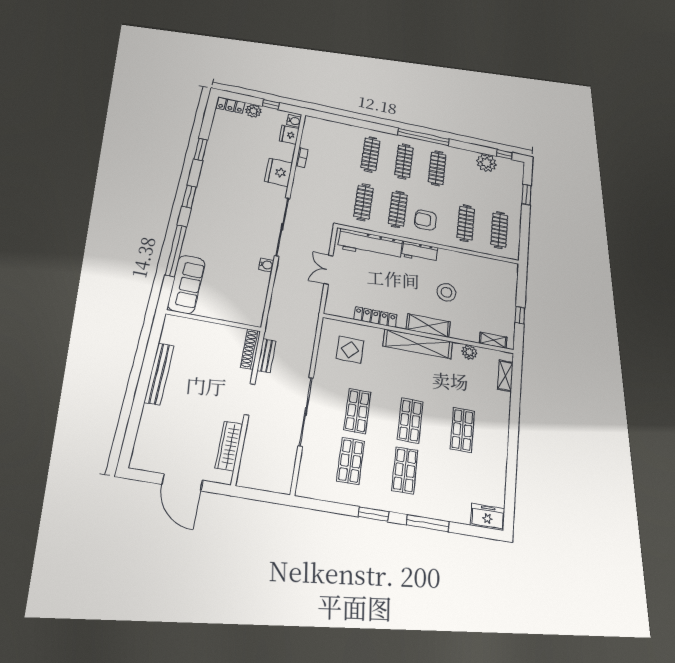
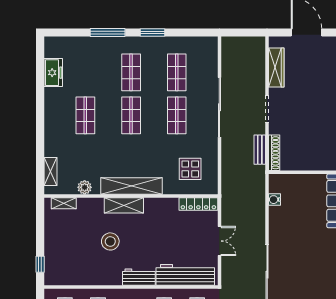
water cooler: (266, 265) -> (275, 200), moved
window: (520, 315) -> (40, 264), moved
locker: (375, 317) -> (198, 204), moved
freezer: (488, 517) -> (53, 73), moved, turned -90

